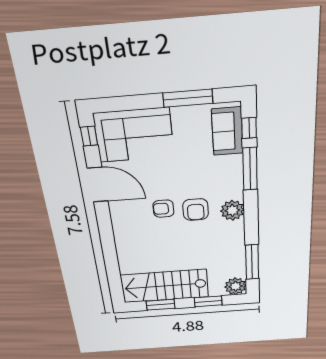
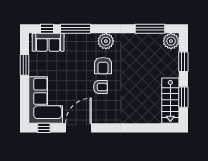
window: (188, 98) -> (24, 65), width x0.69
armchair: (163, 209) -> (100, 87), turned -90
armchair: (196, 210) -> (103, 66), turned 90
stairs: (165, 286) -> (170, 101), width x0.73, depth x0.66

